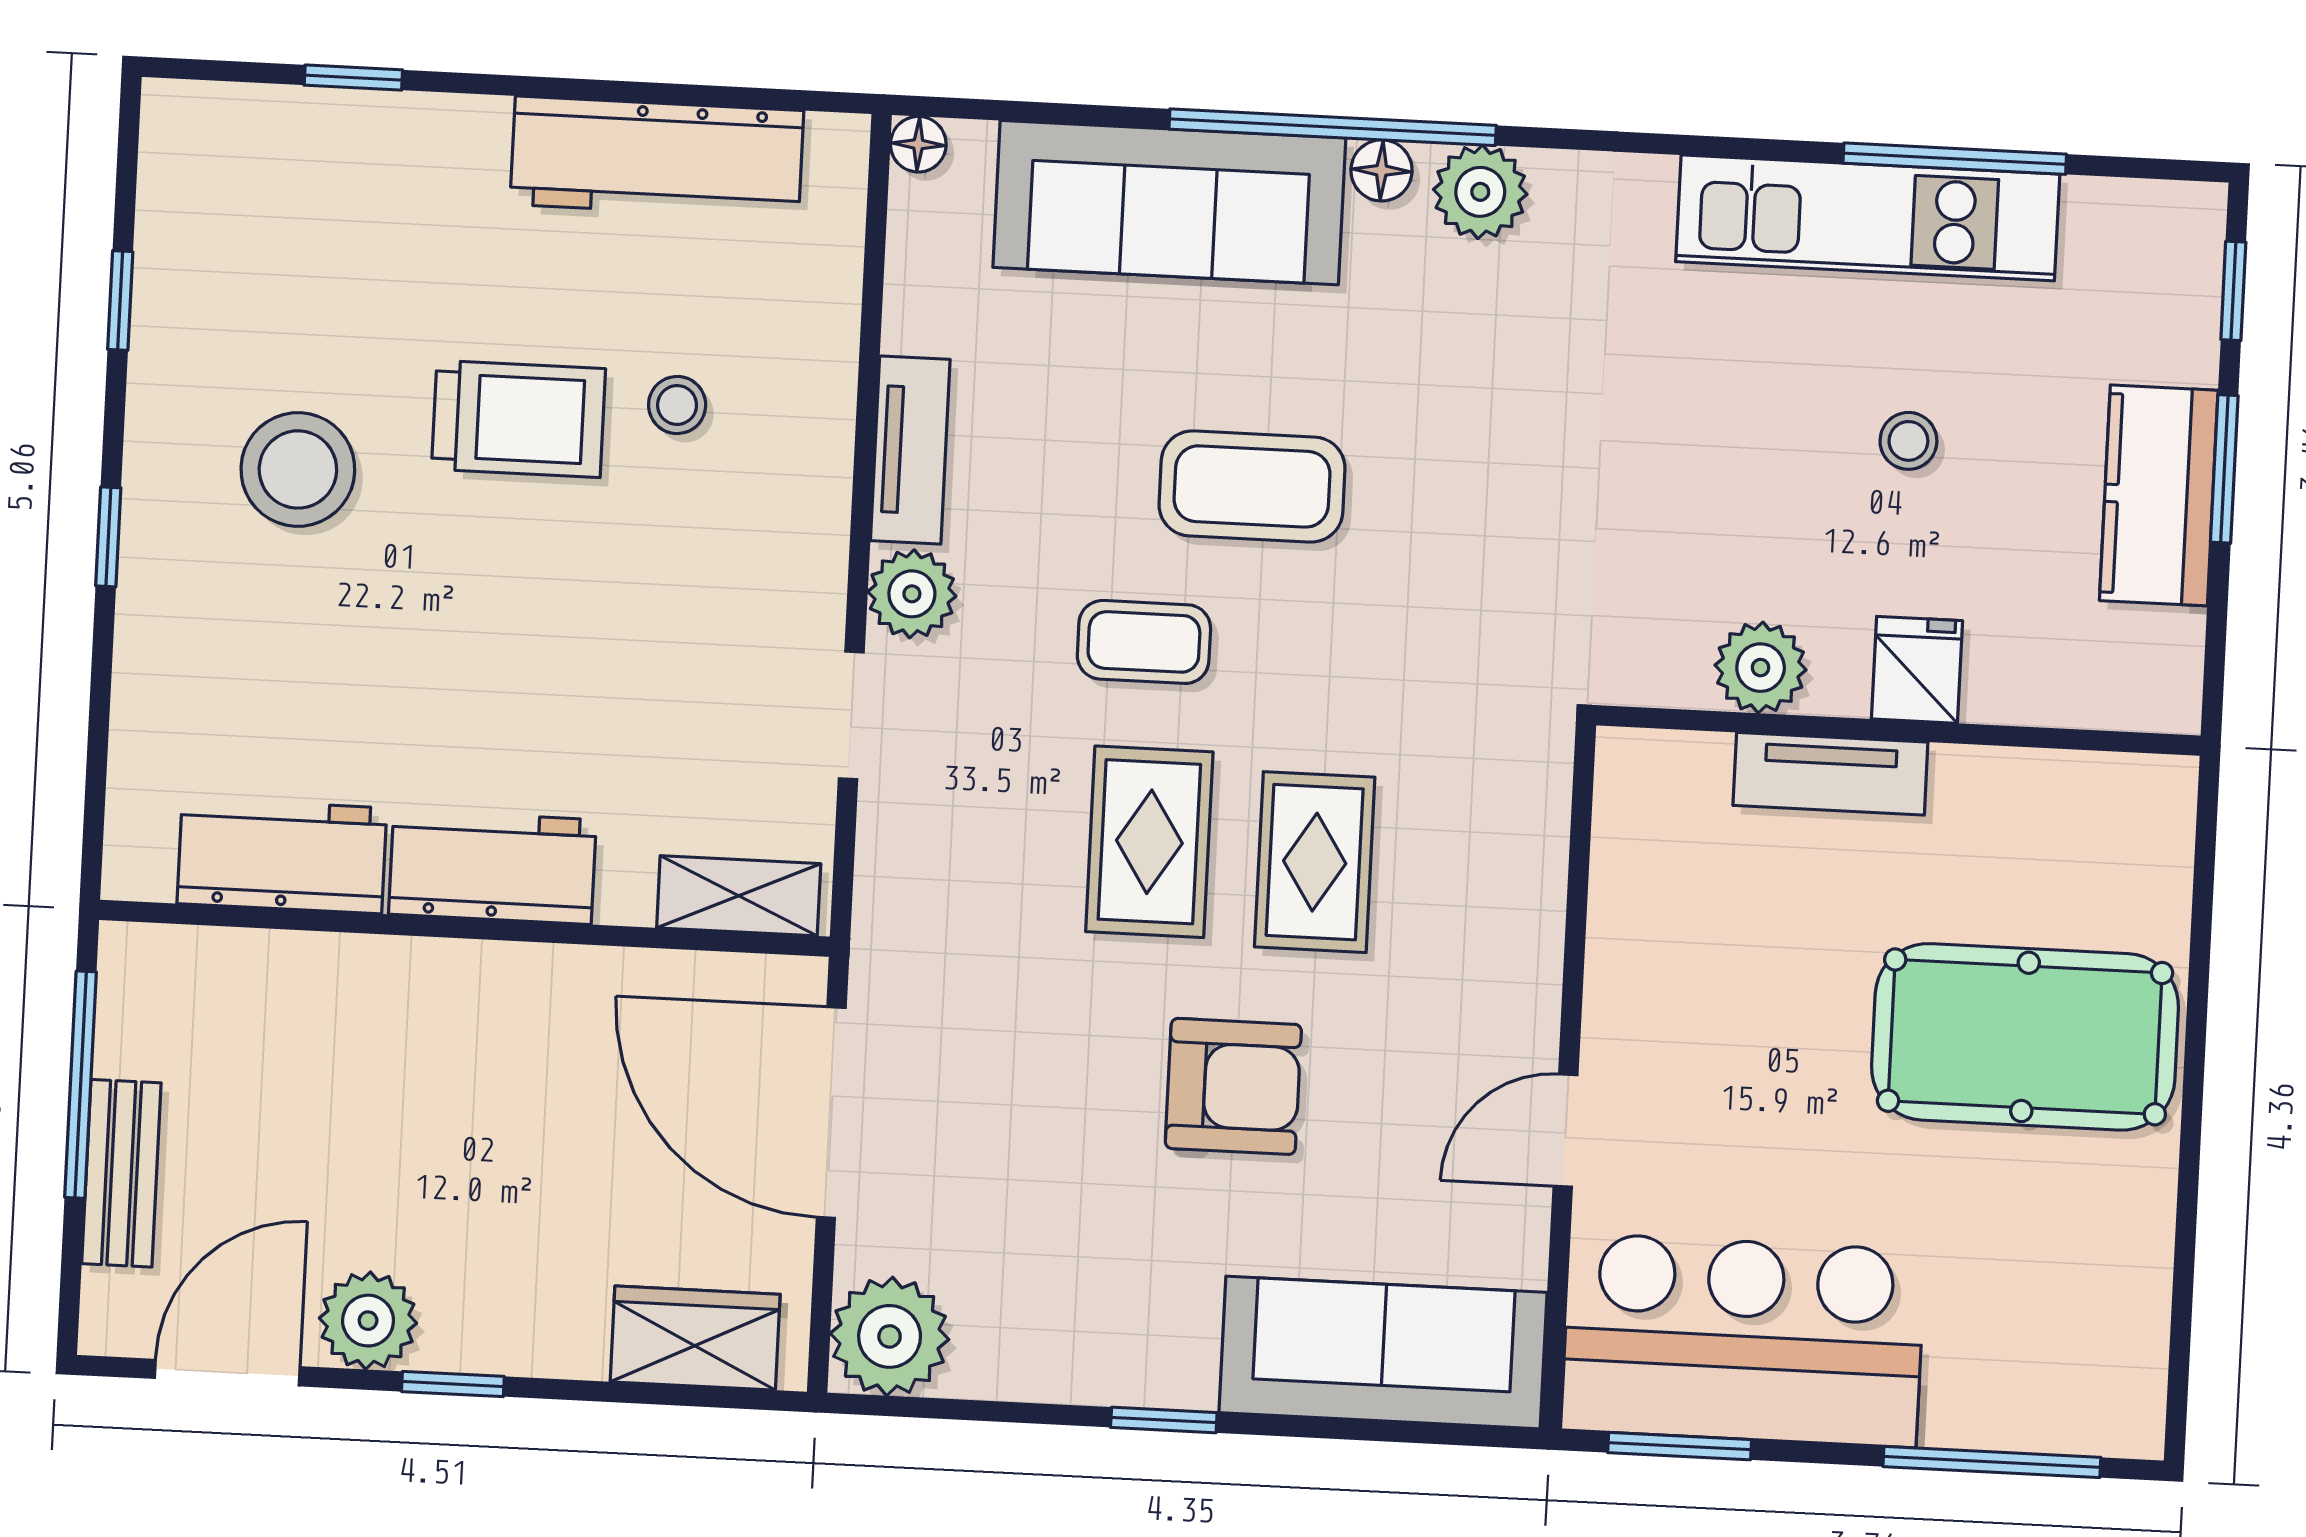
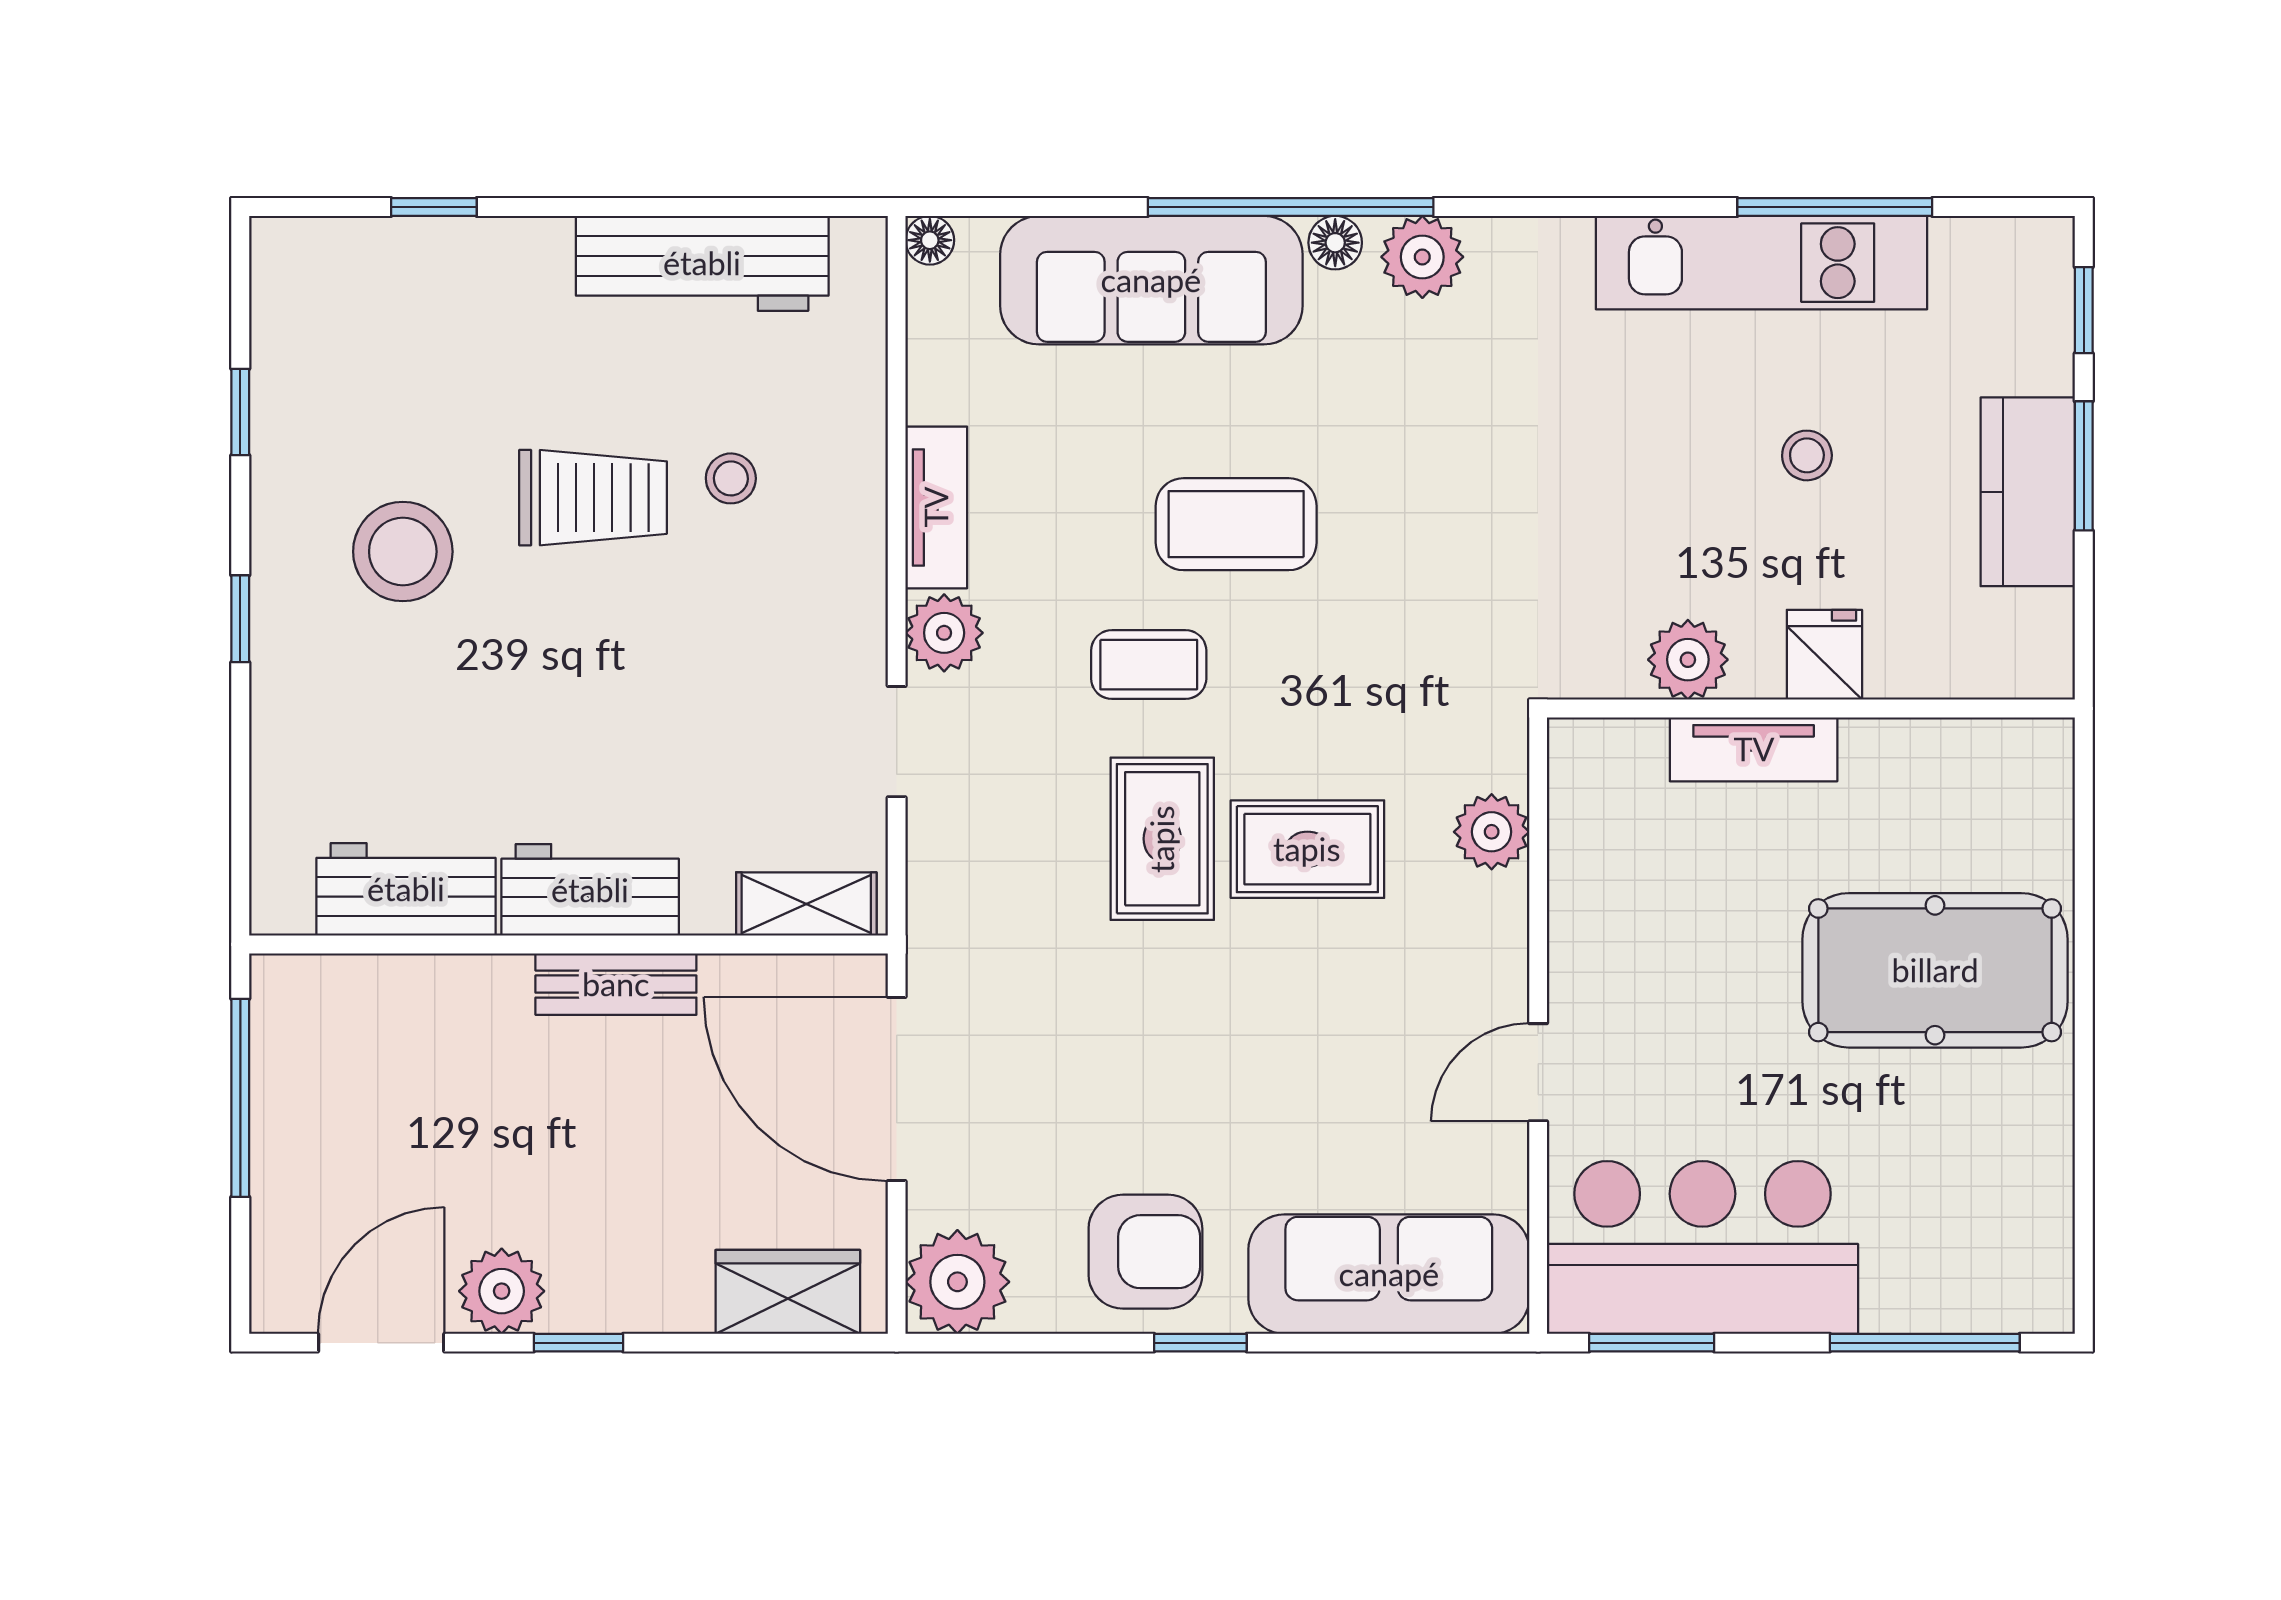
plant: (1526, 853) -> (1492, 832), added
rug: (1315, 862) -> (1307, 849), turned 90
armchair: (1233, 1086) -> (1145, 1252), moved
bench: (121, 1173) -> (616, 984), moved, turned 90

